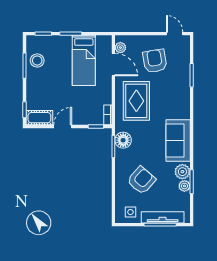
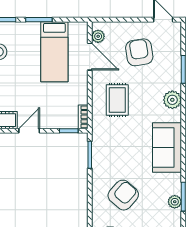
rug: (136, 101) -> (117, 100), width x0.73, depth x0.70
floor lamp: (123, 140) -> (101, 147), removed
plant: (182, 172) -> (172, 100), moved

